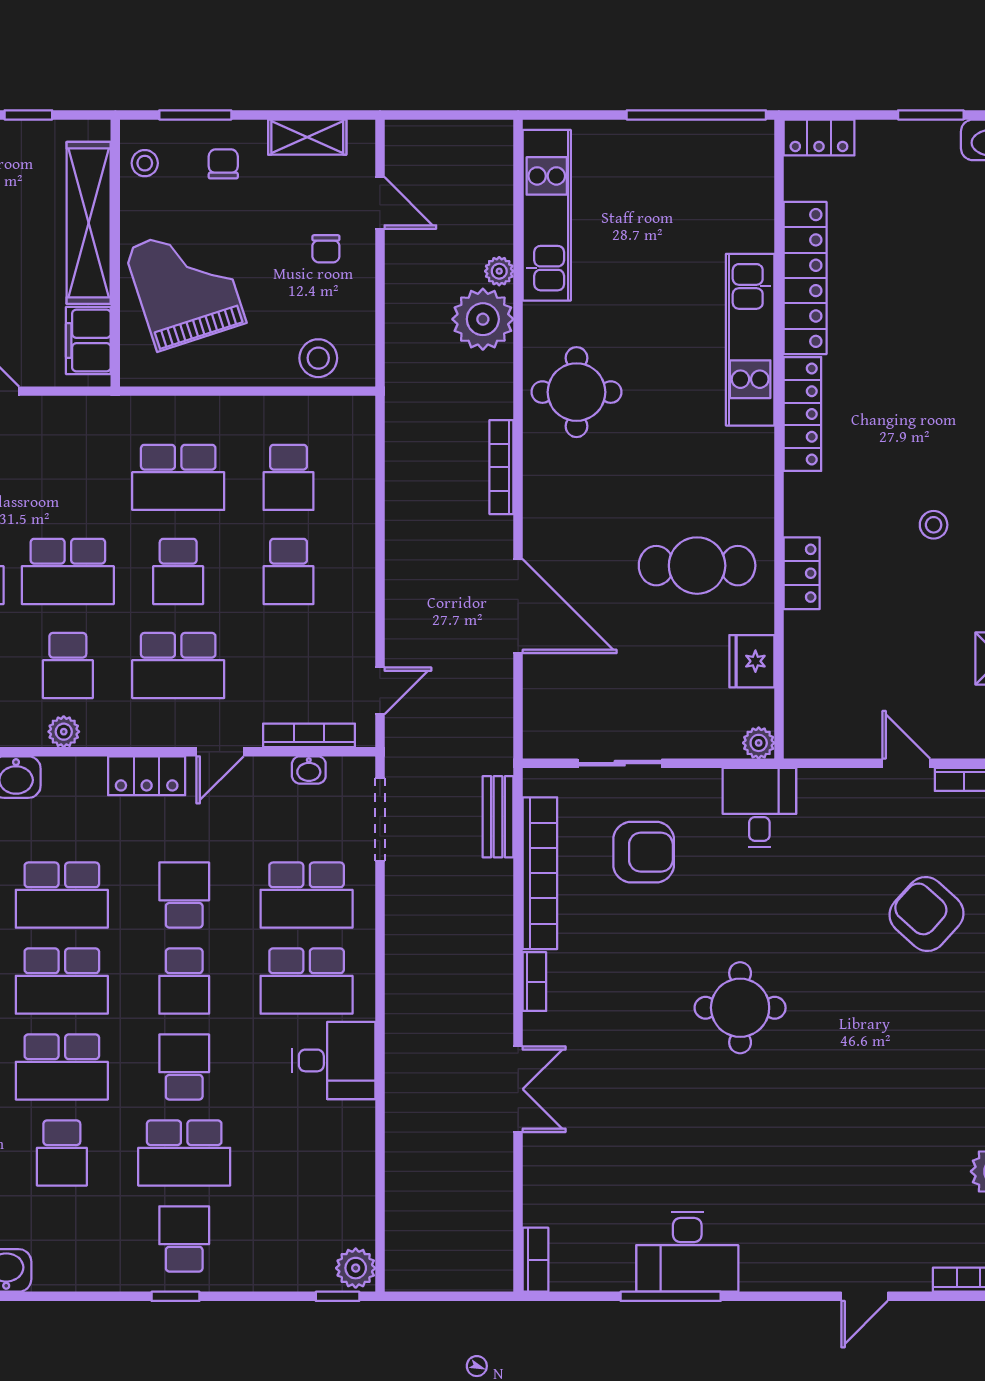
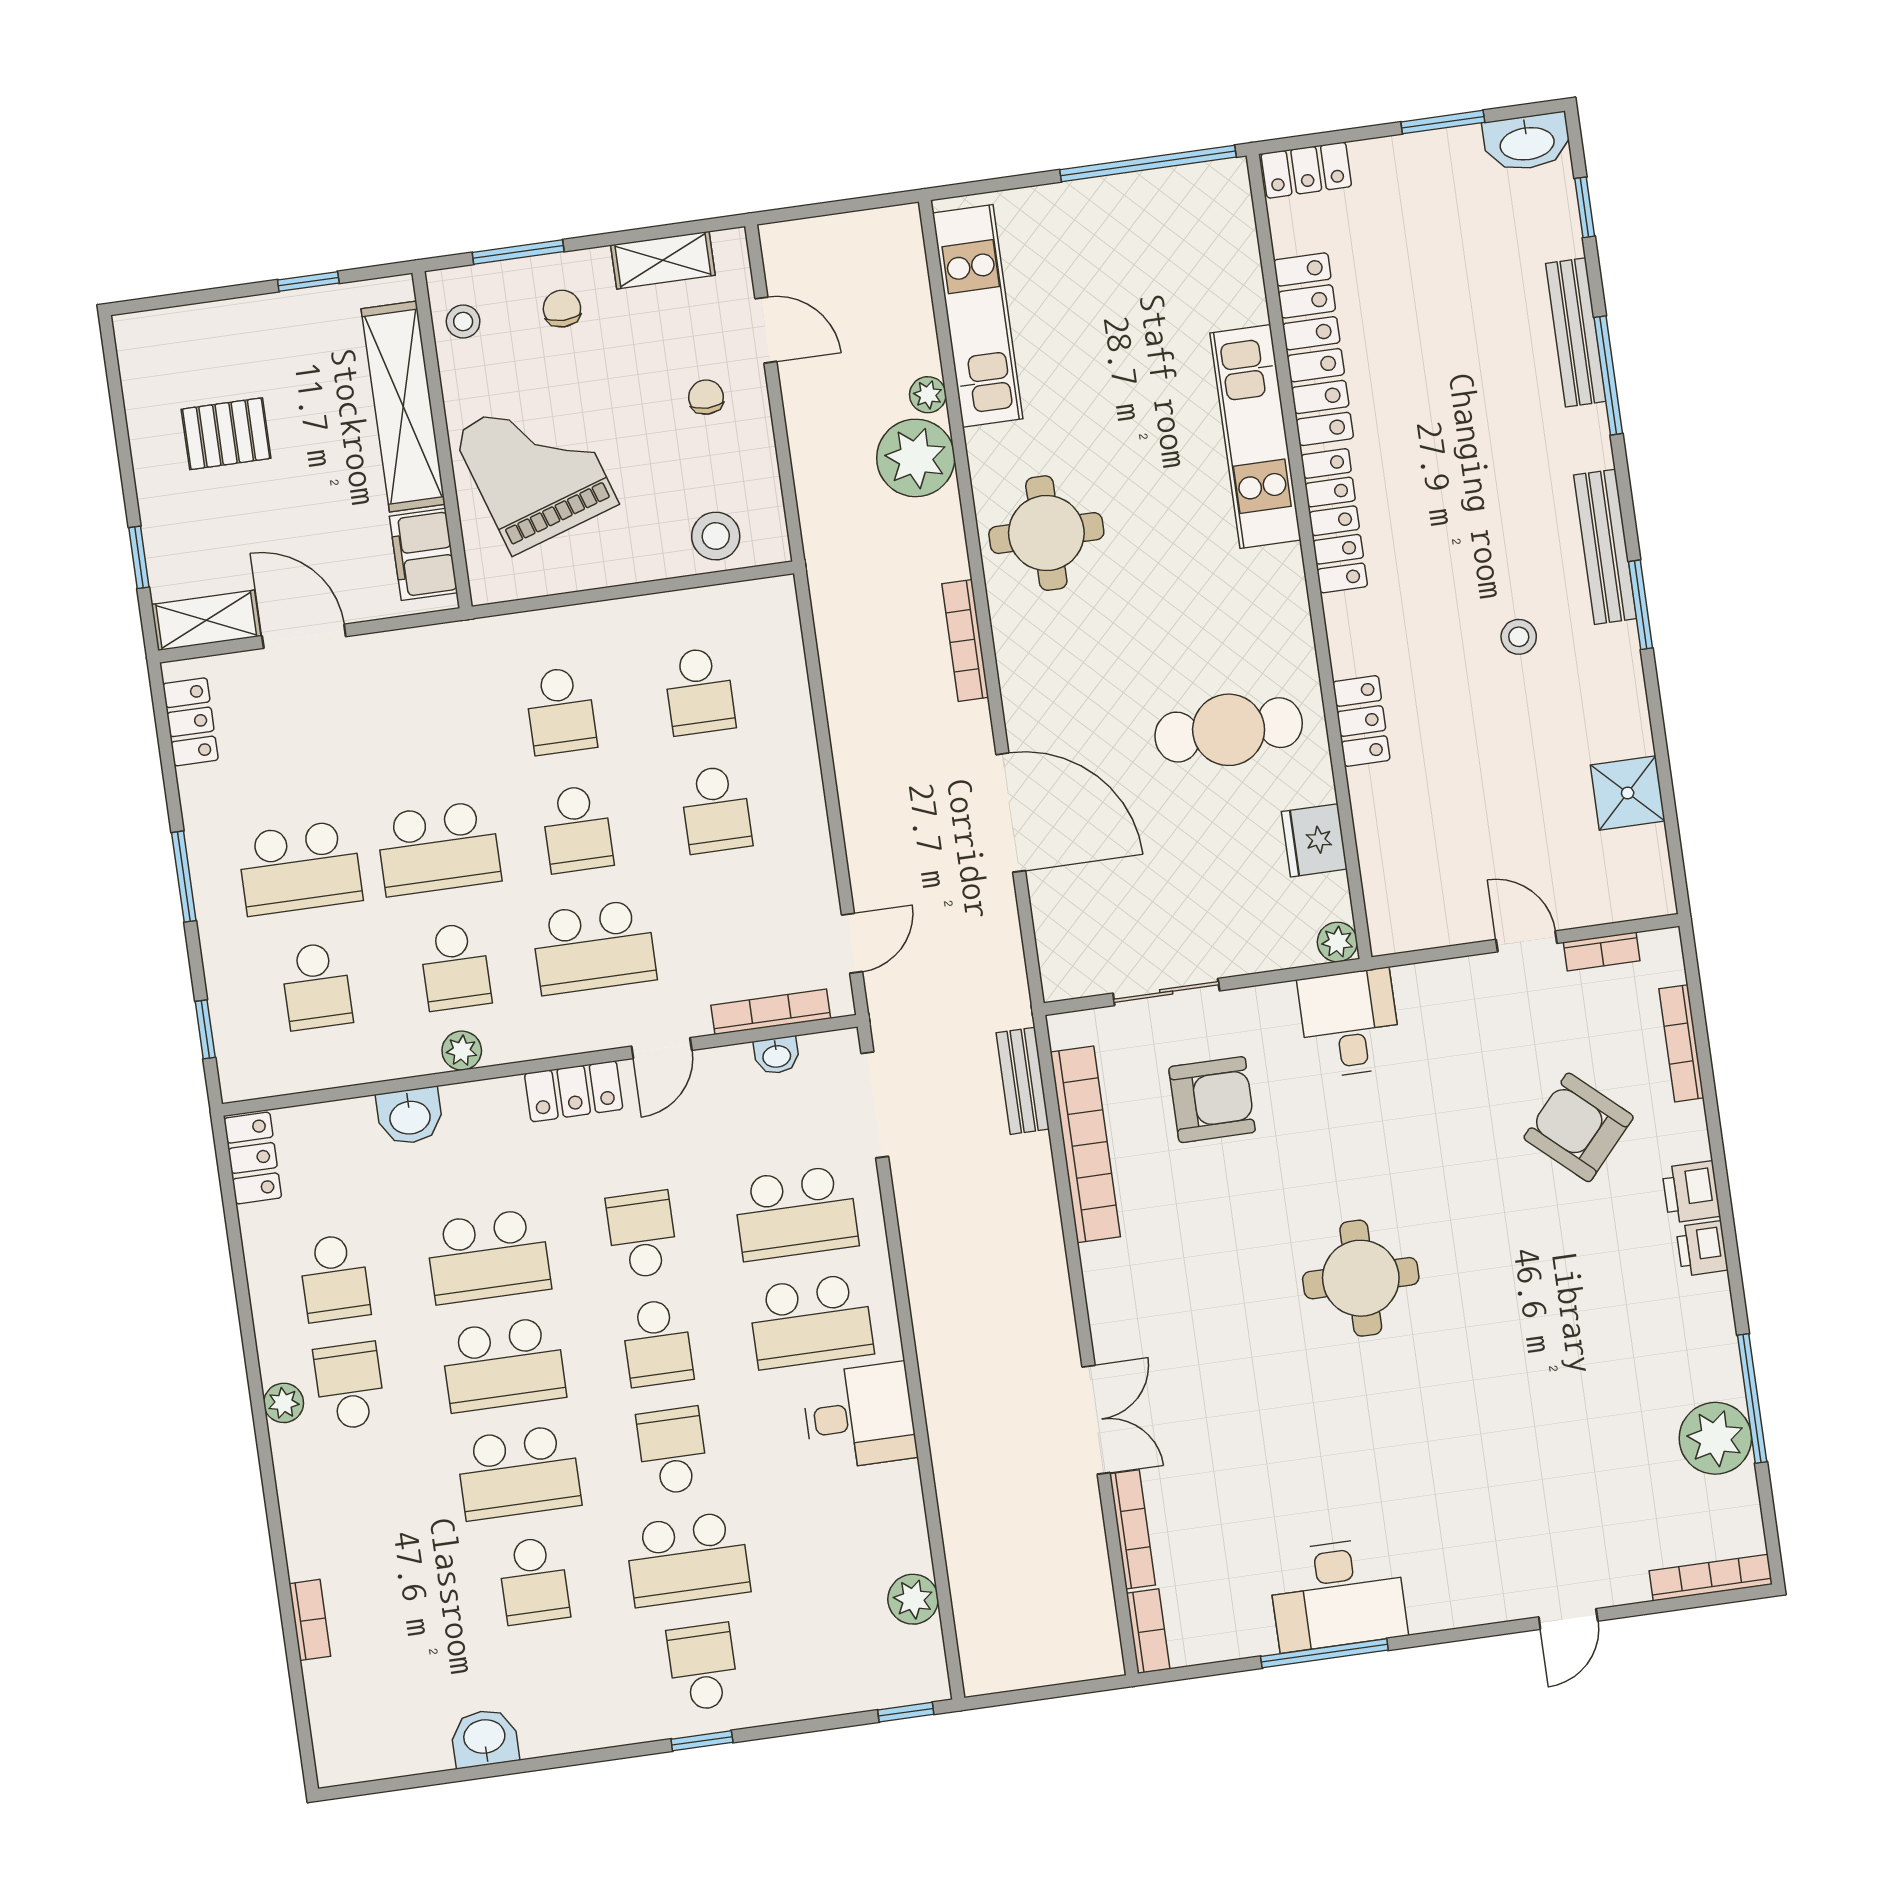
chair: (326, 249) -> (706, 397), turned 180
school desk: (178, 477) -> (561, 711), width x0.54
bookcase: (534, 982) -> (1132, 1529), moved, width x1.56
plant: (356, 1268) -> (913, 1599), moved

